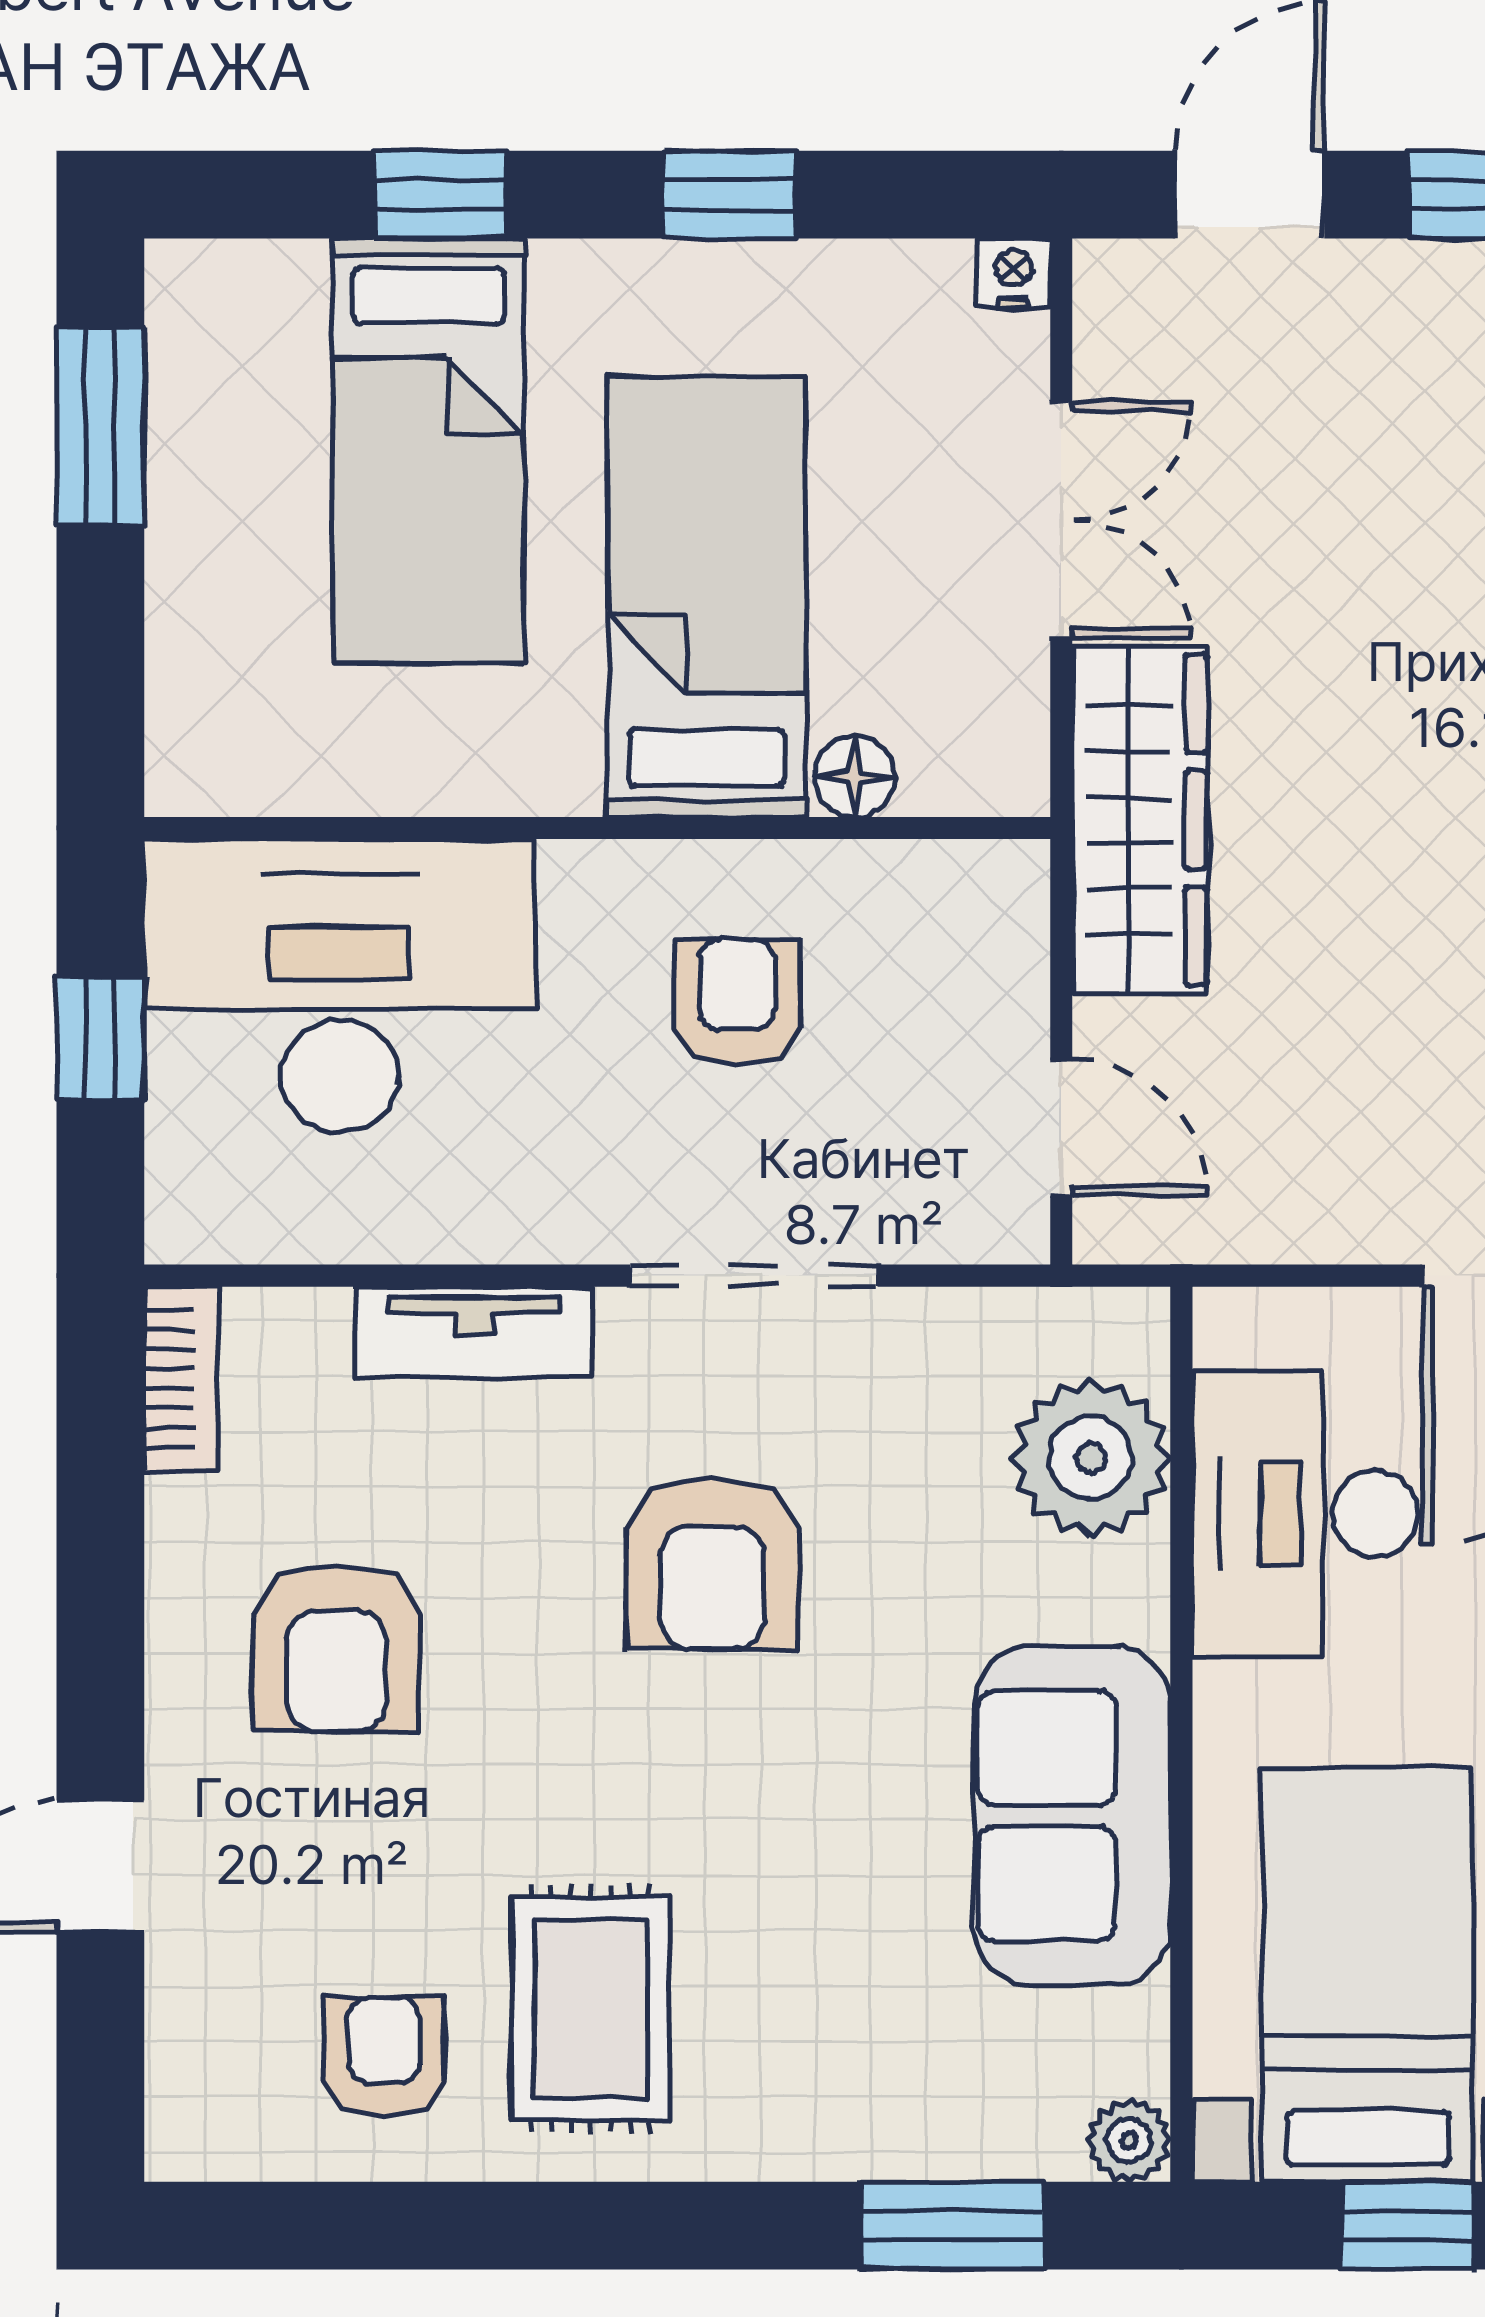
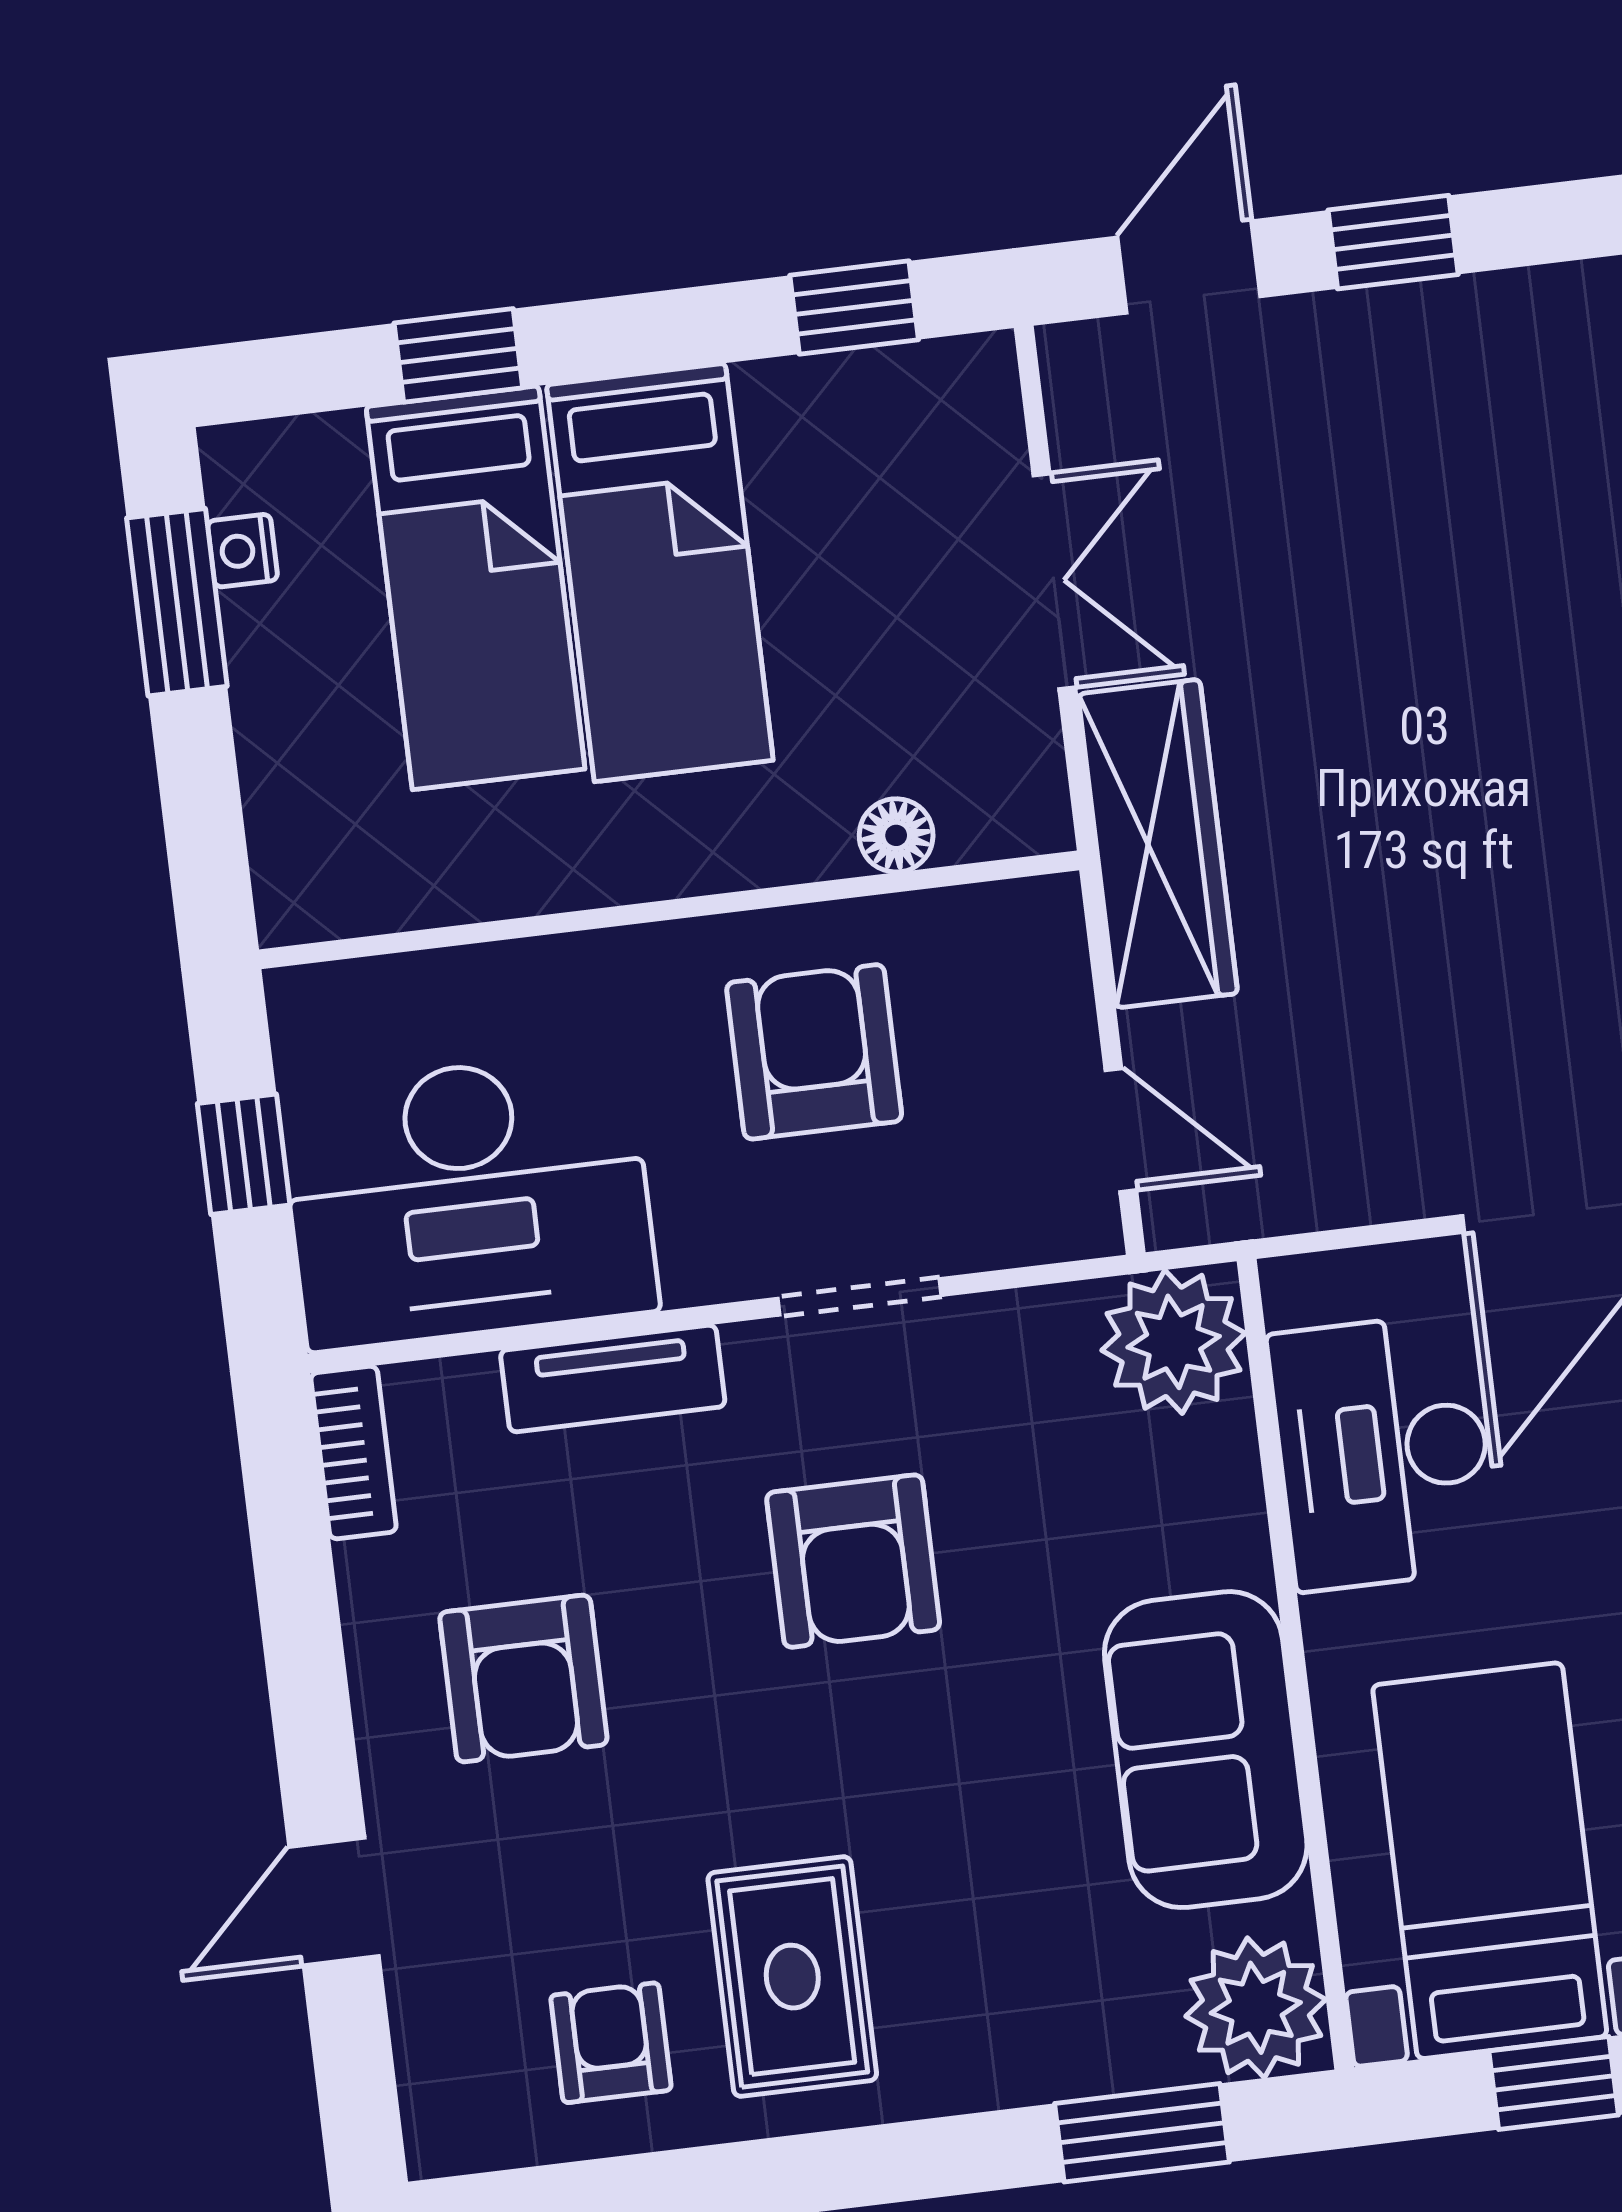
window: (730, 195) -> (854, 307), moved
nightstand: (1013, 273) -> (243, 551), moved, turned -90
bed: (707, 597) -> (660, 572), moved, turned 180
desk: (340, 985) -> (468, 1200), moved, turned 180
armchair: (737, 1002) -> (814, 1052), width x1.38, depth x1.38
doorway: (754, 1276) -> (859, 1297), width x0.73
plant: (1091, 1458) -> (1174, 1342), moved
plant: (1129, 2140) -> (1256, 2008), width x1.87, depth x1.87

